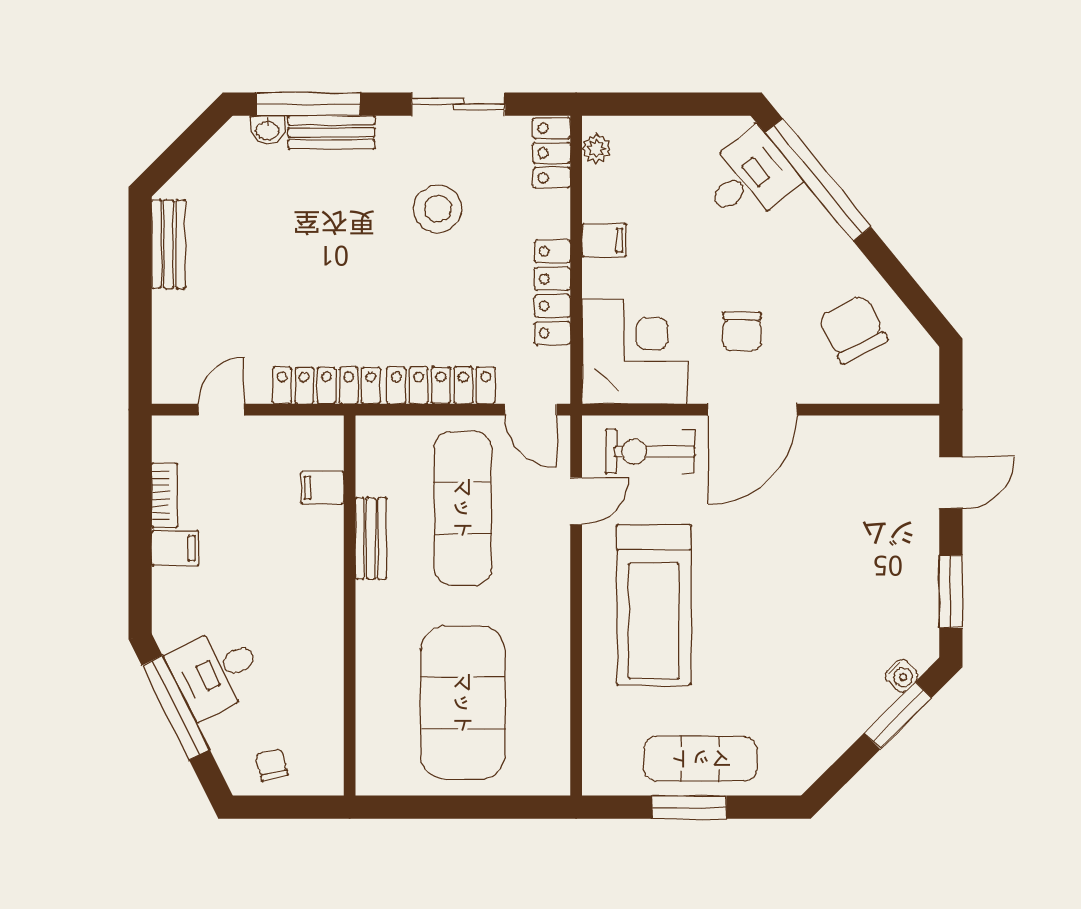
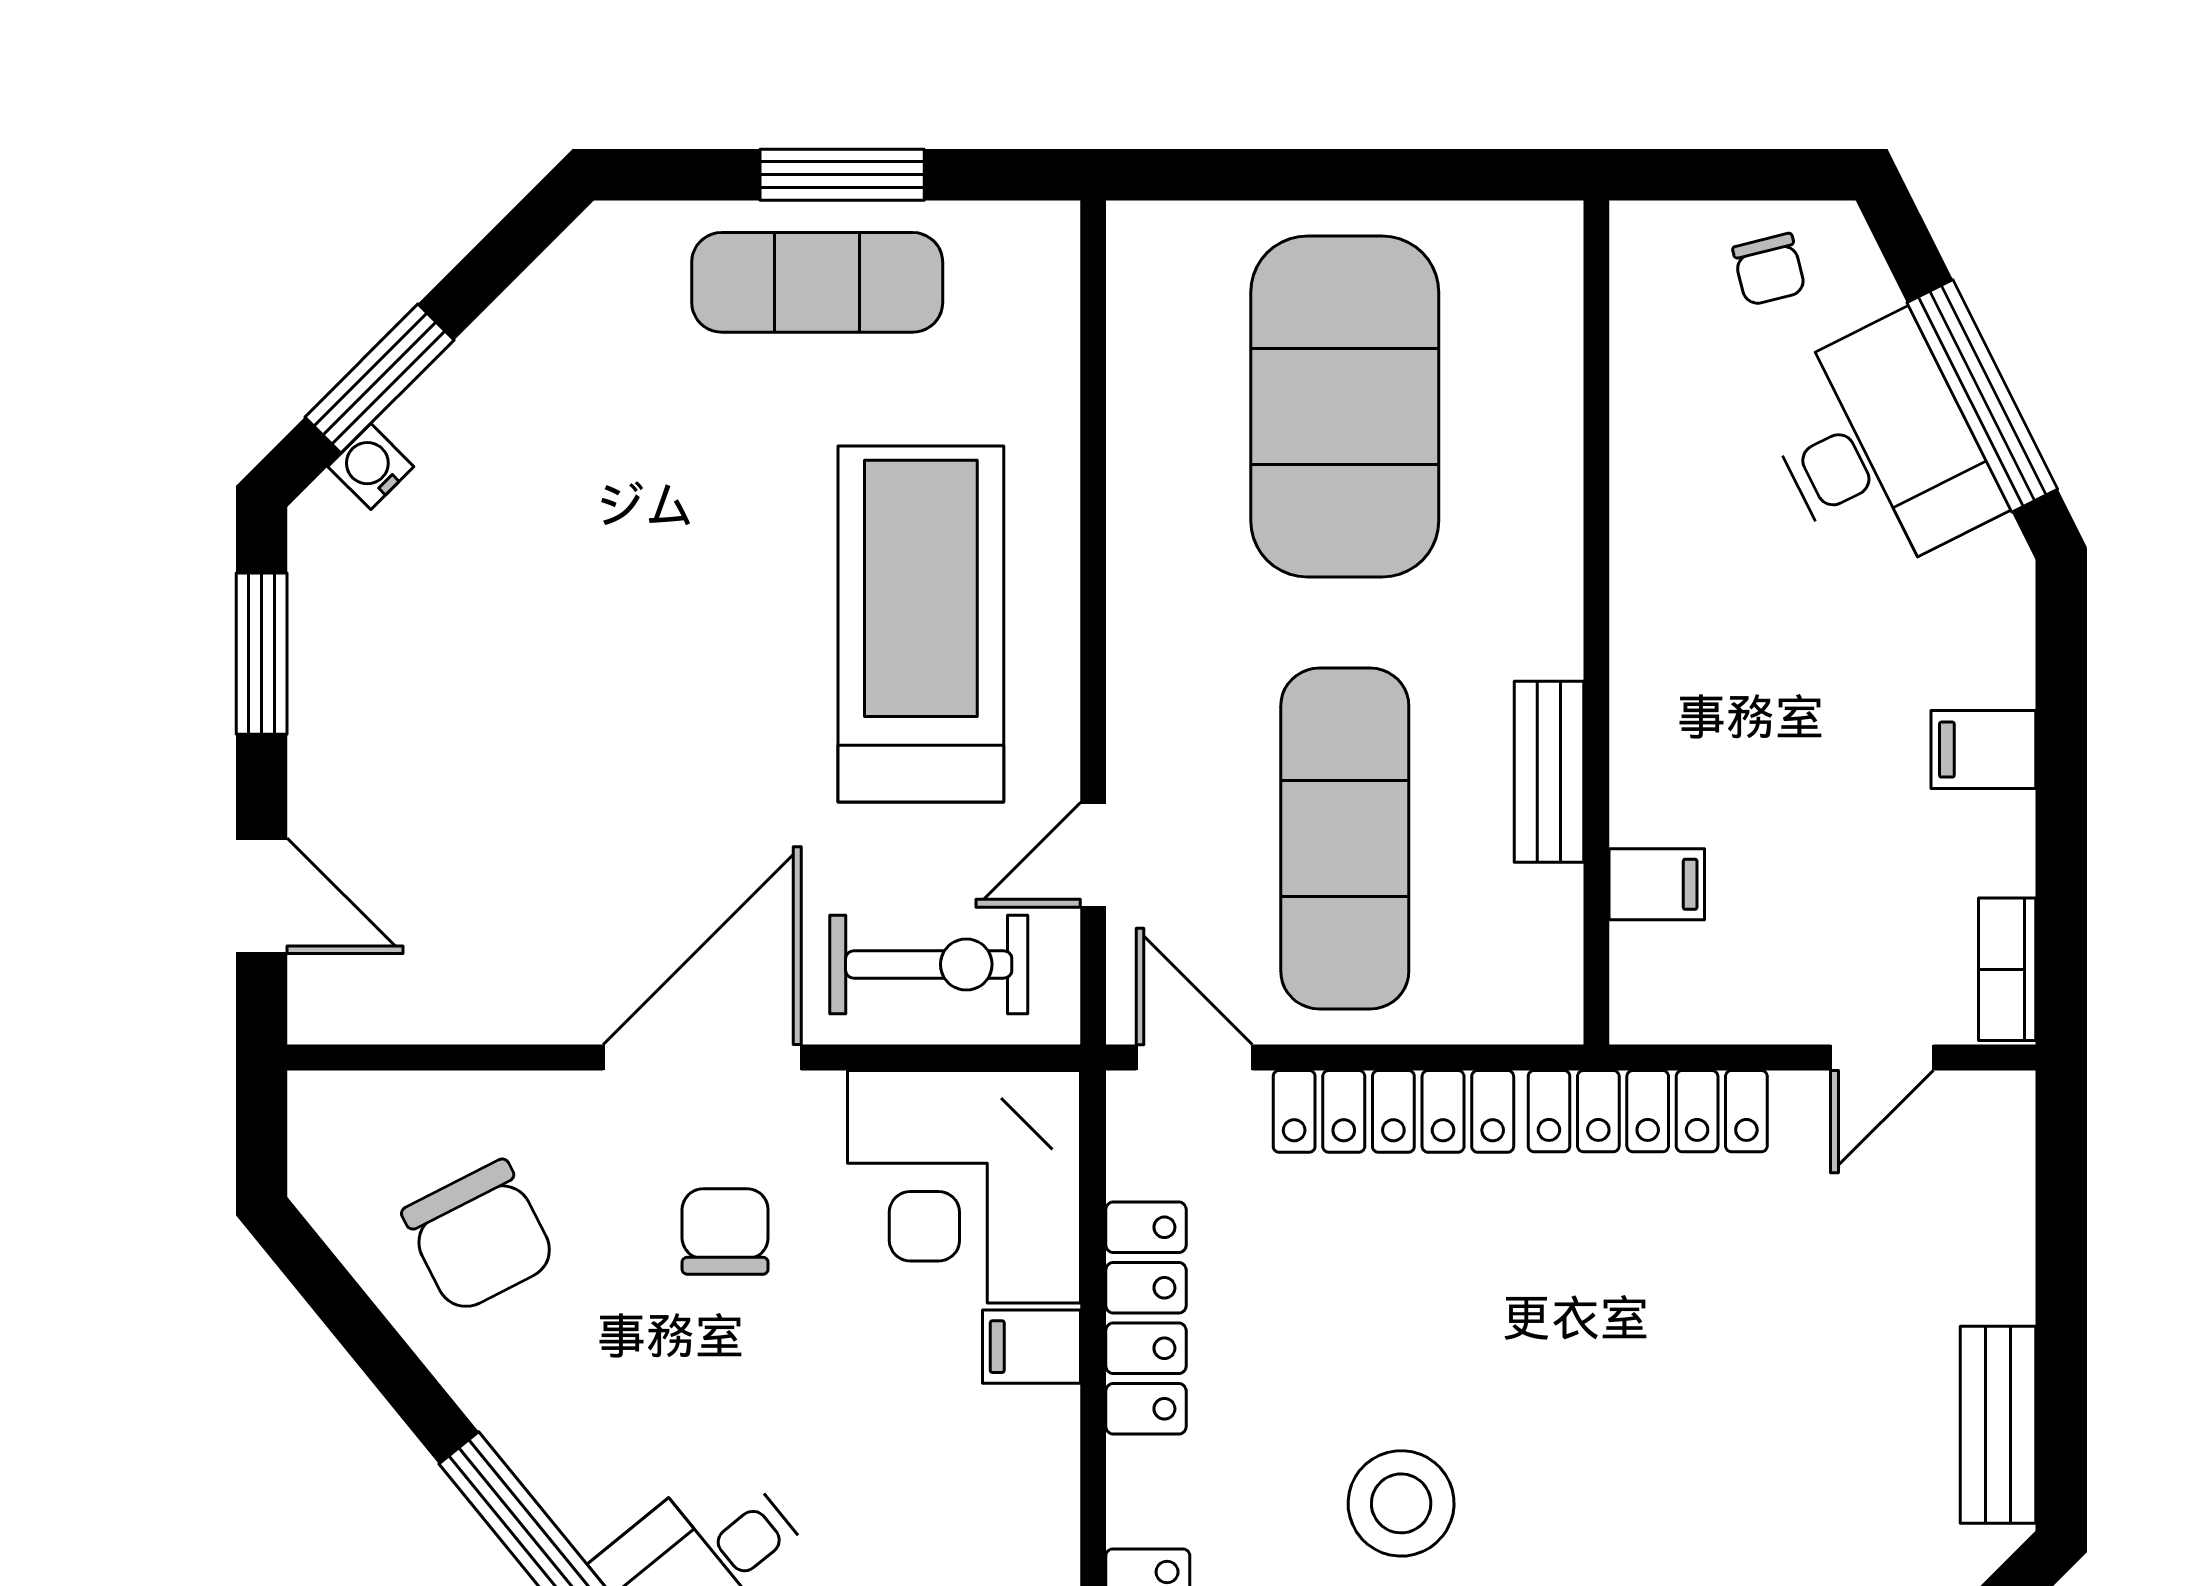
filing cabinet: (604, 240) -> (1031, 1347), moved
door: (951, 482) -> (262, 896), swing flipped
bookcase: (165, 495) -> (2007, 969), moved
desk: (216, 672) -> (1879, 448), width x1.37

